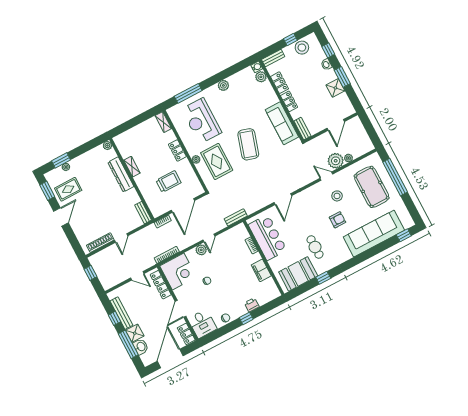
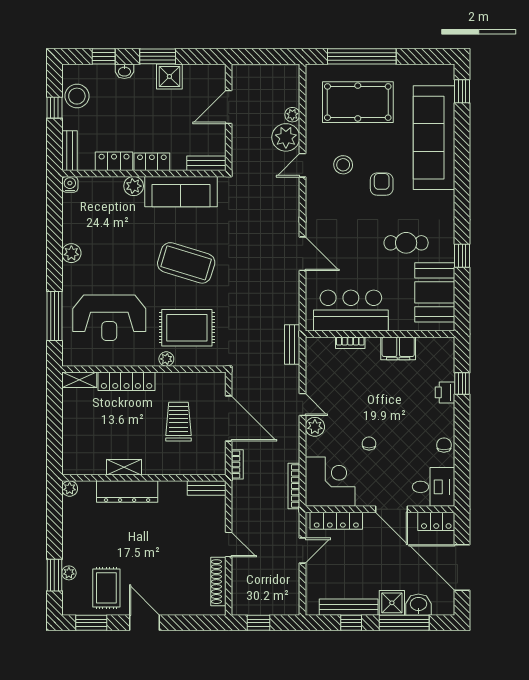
plant: (261, 77) -> (134, 186), moved
door: (336, 125) -> (229, 107), swing flipped
locker: (177, 150) -> (127, 381), width x1.53
window: (246, 318) -> (462, 384), moved

